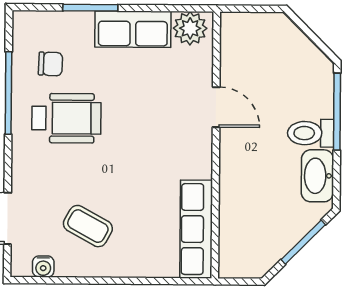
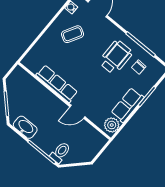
wheelchair: (66, 118) -> (116, 57), turned 180
toilet: (311, 133) -> (60, 152), moved
row of seats: (196, 229) -> (57, 84), moved

